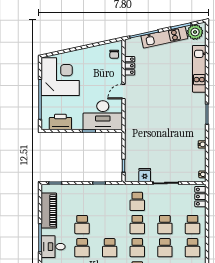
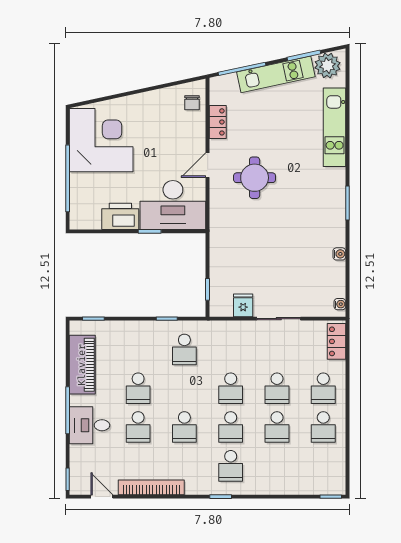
round table: (152, 99) -> (255, 178), added
printer: (60, 122) -> (120, 216), moved
school desk: (137, 201) -> (184, 349), moved

